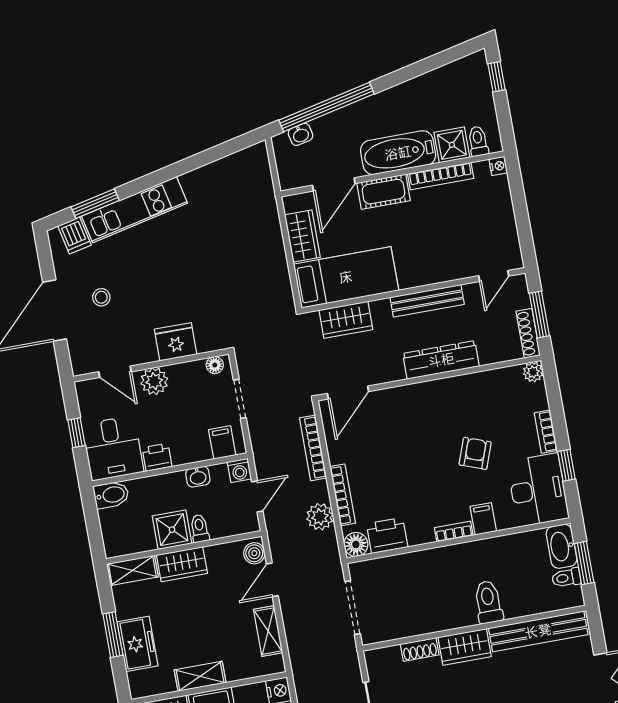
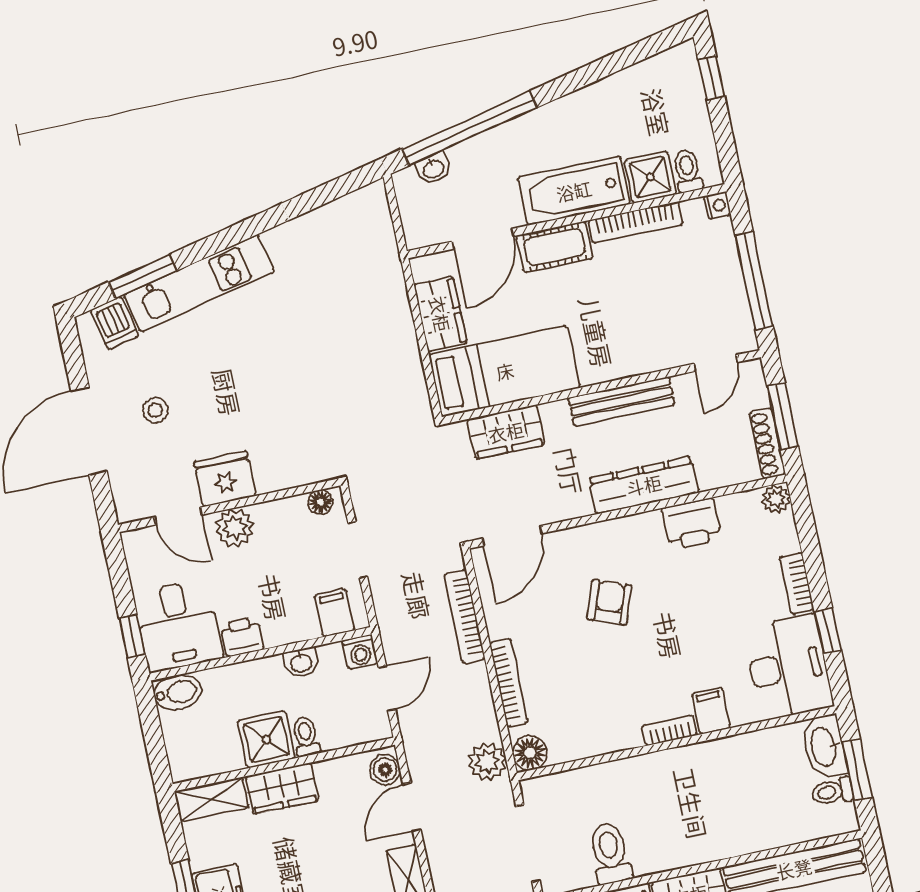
window: (522, 219) -> (754, 280), added
fridge: (176, 342) -> (225, 479), moved
window: (77, 433) -> (132, 636), moved
armchair: (475, 453) -> (610, 602), moved
plant: (320, 517) -> (487, 762), moved
printer: (387, 536) -> (692, 524), moved, turned 180
toilet: (488, 602) -> (610, 853), moved

